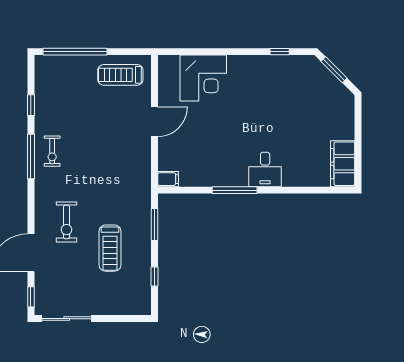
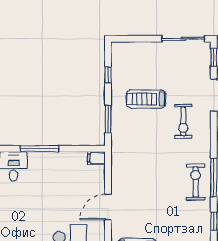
exercise bike: (52, 151) -> (196, 182), width x1.38, depth x1.39
exercise bike: (67, 222) -> (183, 121), turned 180
treadmill: (110, 248) -> (146, 99), turned -90

